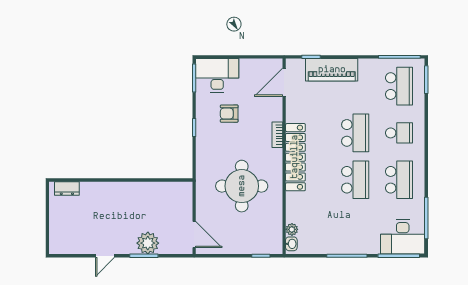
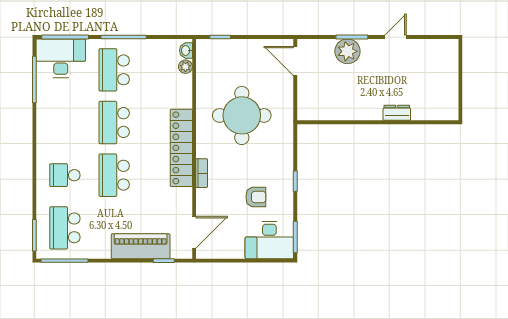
school desk: (399, 180) -> (114, 70), moved
dresser: (67, 188) -> (397, 113), moved

